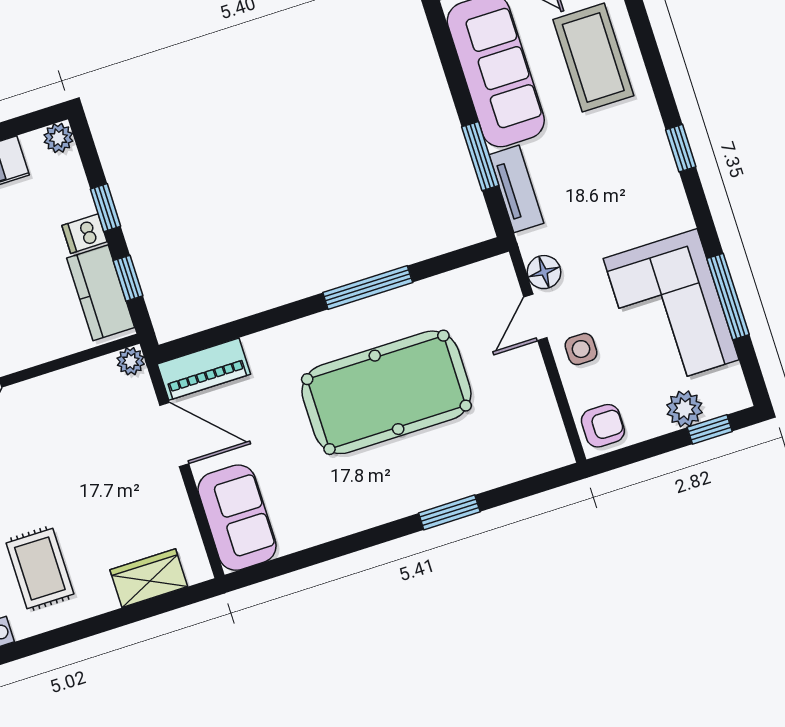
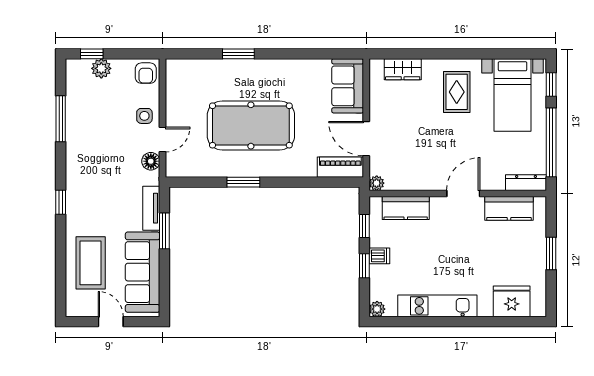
window: (368, 287) -> (243, 182), width x0.69
kitchen counter: (101, 293) -> (406, 208), moved, turned 90
corner sofa: (671, 309) -> (92, 122), removed
armchair: (603, 426) -> (146, 73), turned -90

